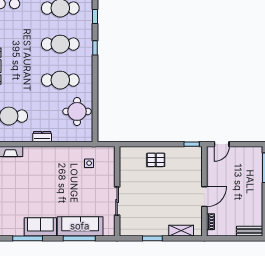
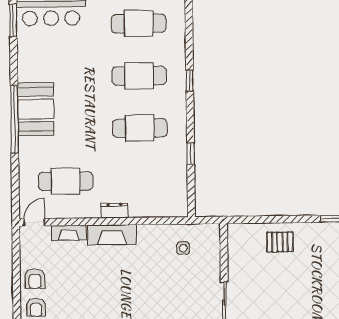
window: (95, 16) -> (191, 154), moved
round table: (77, 111) -> (165, 173), removed
fireplace: (40, 153) -> (112, 235), added

